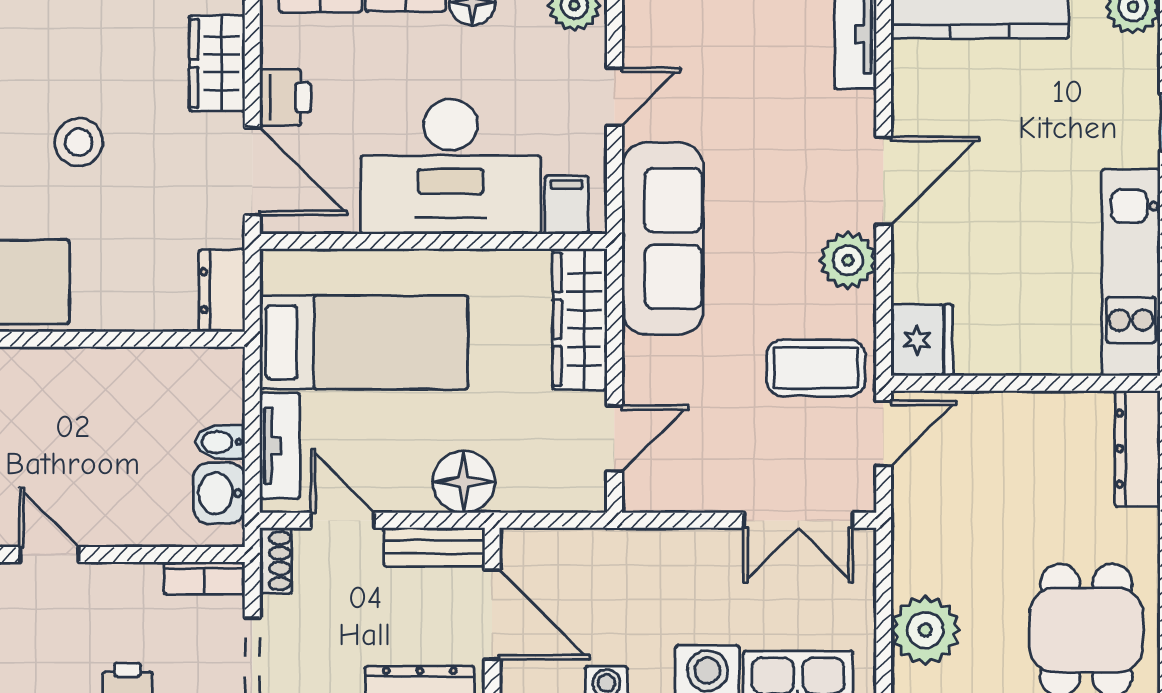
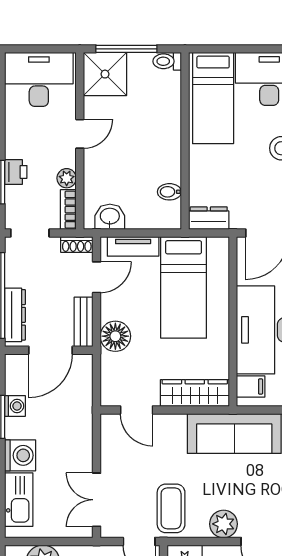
bidet: (220, 442) -> (169, 192), moved, turned -90
plant: (140, 582) -> (67, 178), added

